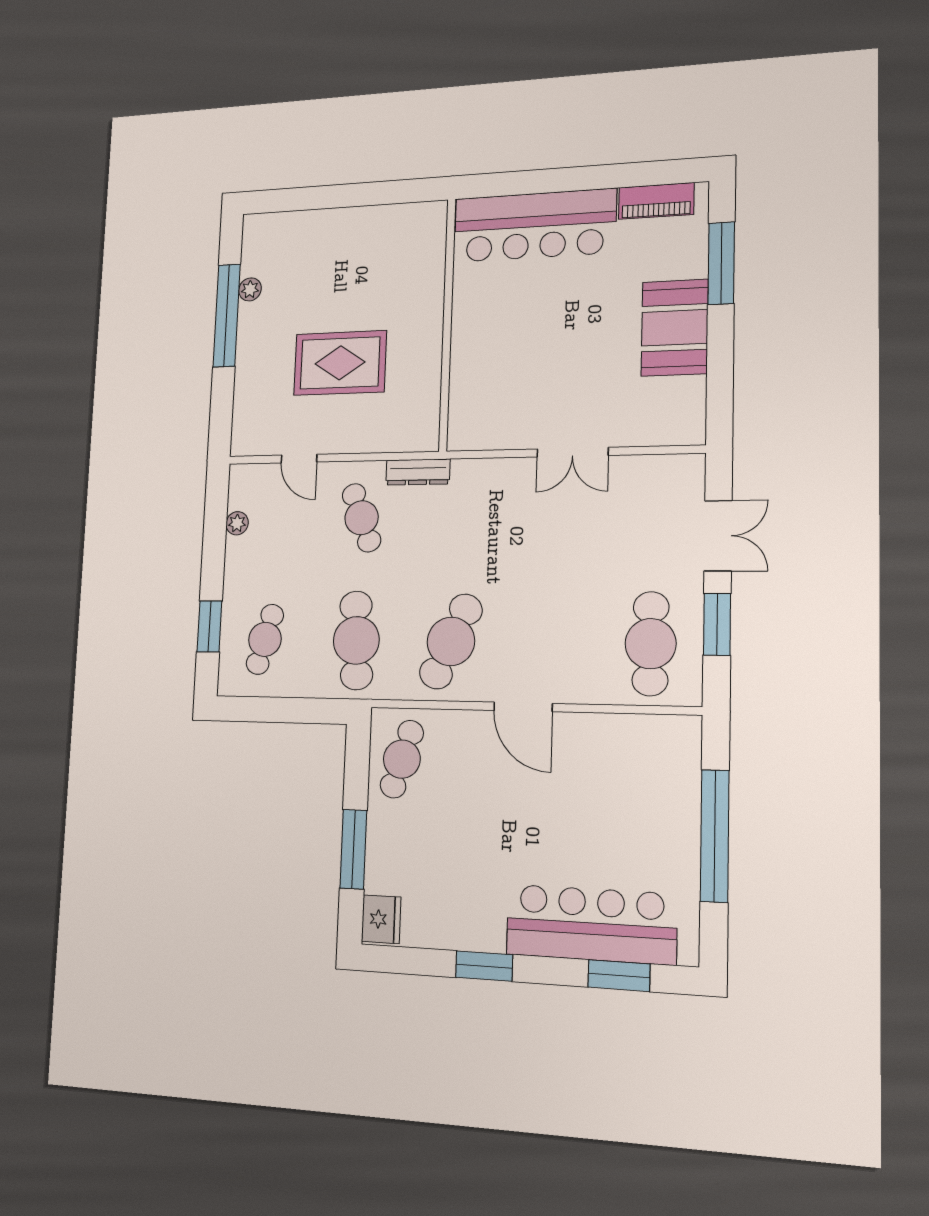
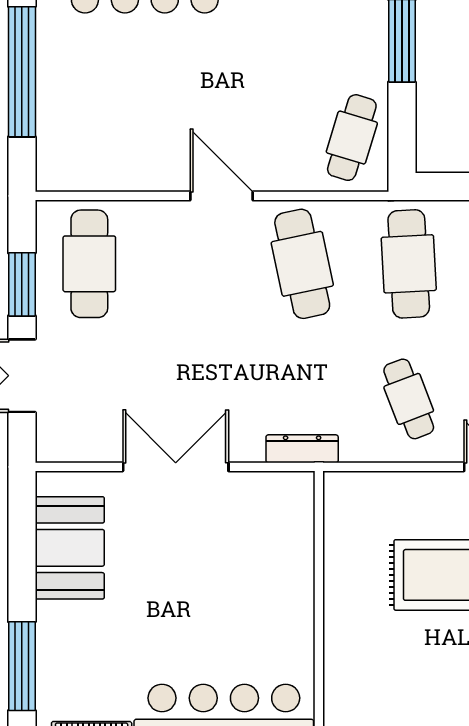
booth: (675, 328) -> (70, 548), moved
double door: (572, 452) -> (176, 467), width x1.37
dresser: (418, 472) -> (302, 449), moved
cafe table: (451, 641) -> (302, 264), turned -36

